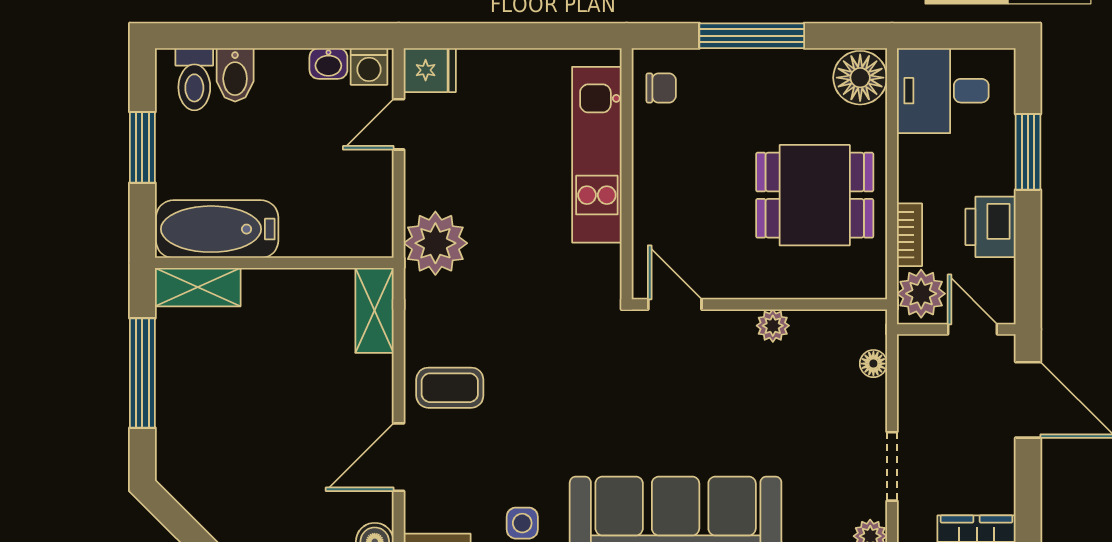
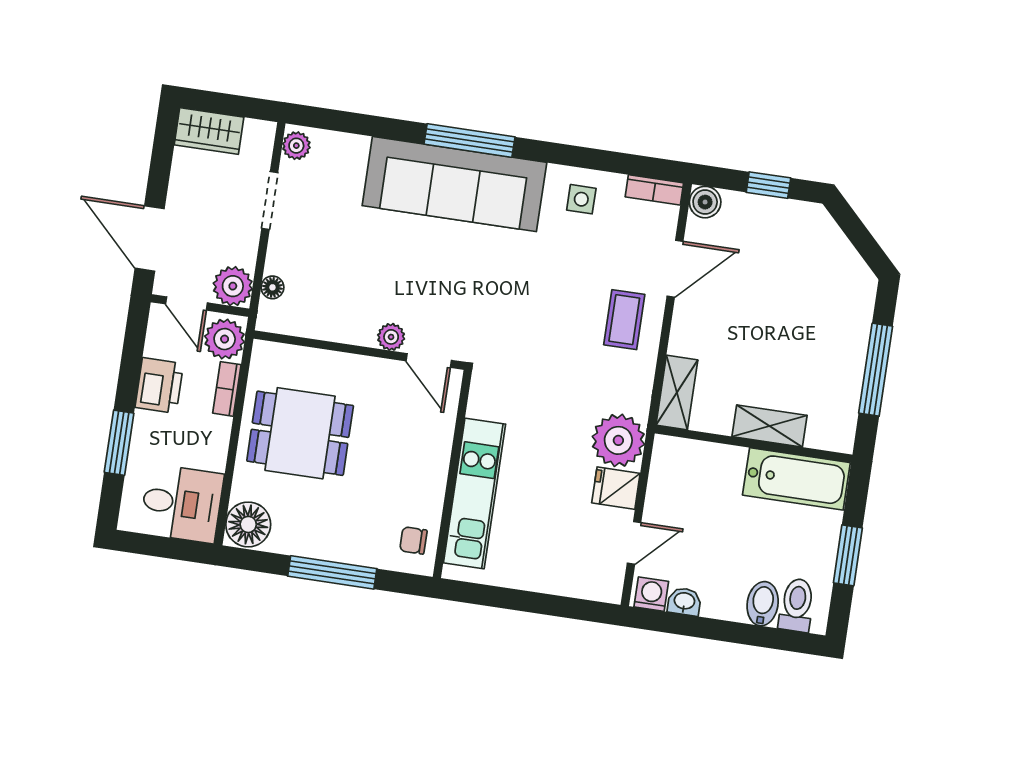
fridge: (430, 70) -> (616, 488), moved
shelving: (198, 287) -> (770, 426), moved
plant: (773, 326) -> (391, 337), moved
plant: (921, 358) -> (233, 286), added
coffee table: (450, 388) -> (624, 320), turned 90

